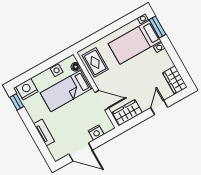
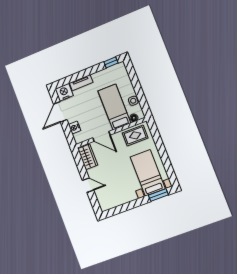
wardrobe: (175, 80) -> (110, 203), removed
nightstand: (27, 89) -> (64, 92), moved, turned -90
door: (102, 100) -> (101, 136), hinge flipped

